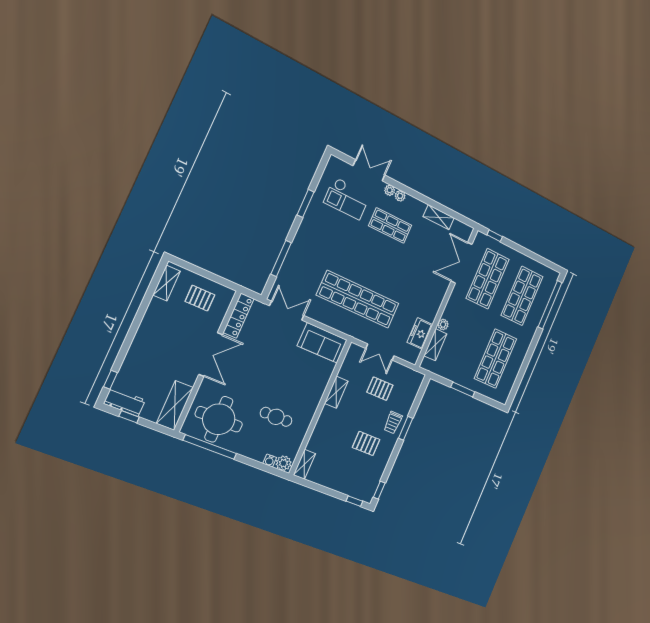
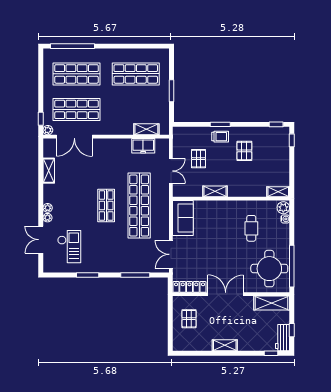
shop shelf: (390, 226) -> (106, 206), moved
shelving: (167, 283) -> (225, 345), moved
plant: (443, 324) -> (48, 130), moved

